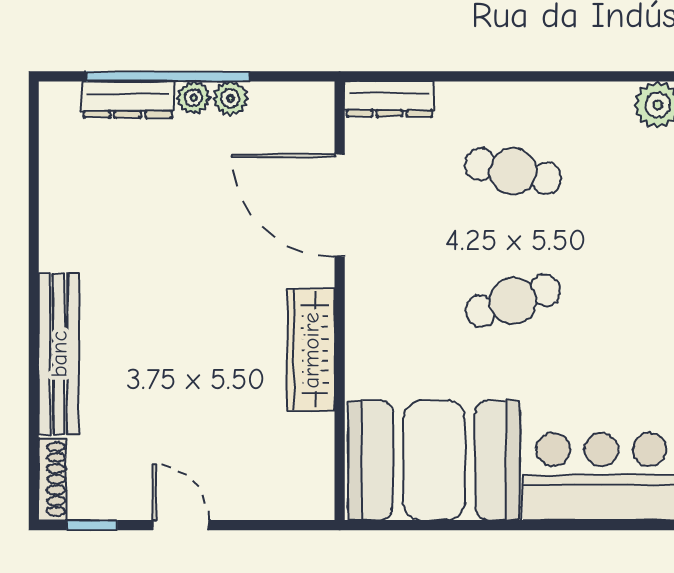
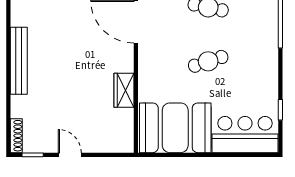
wardrobe: (311, 350) -> (124, 90), width x0.67
bench: (59, 354) -> (19, 61), moved

